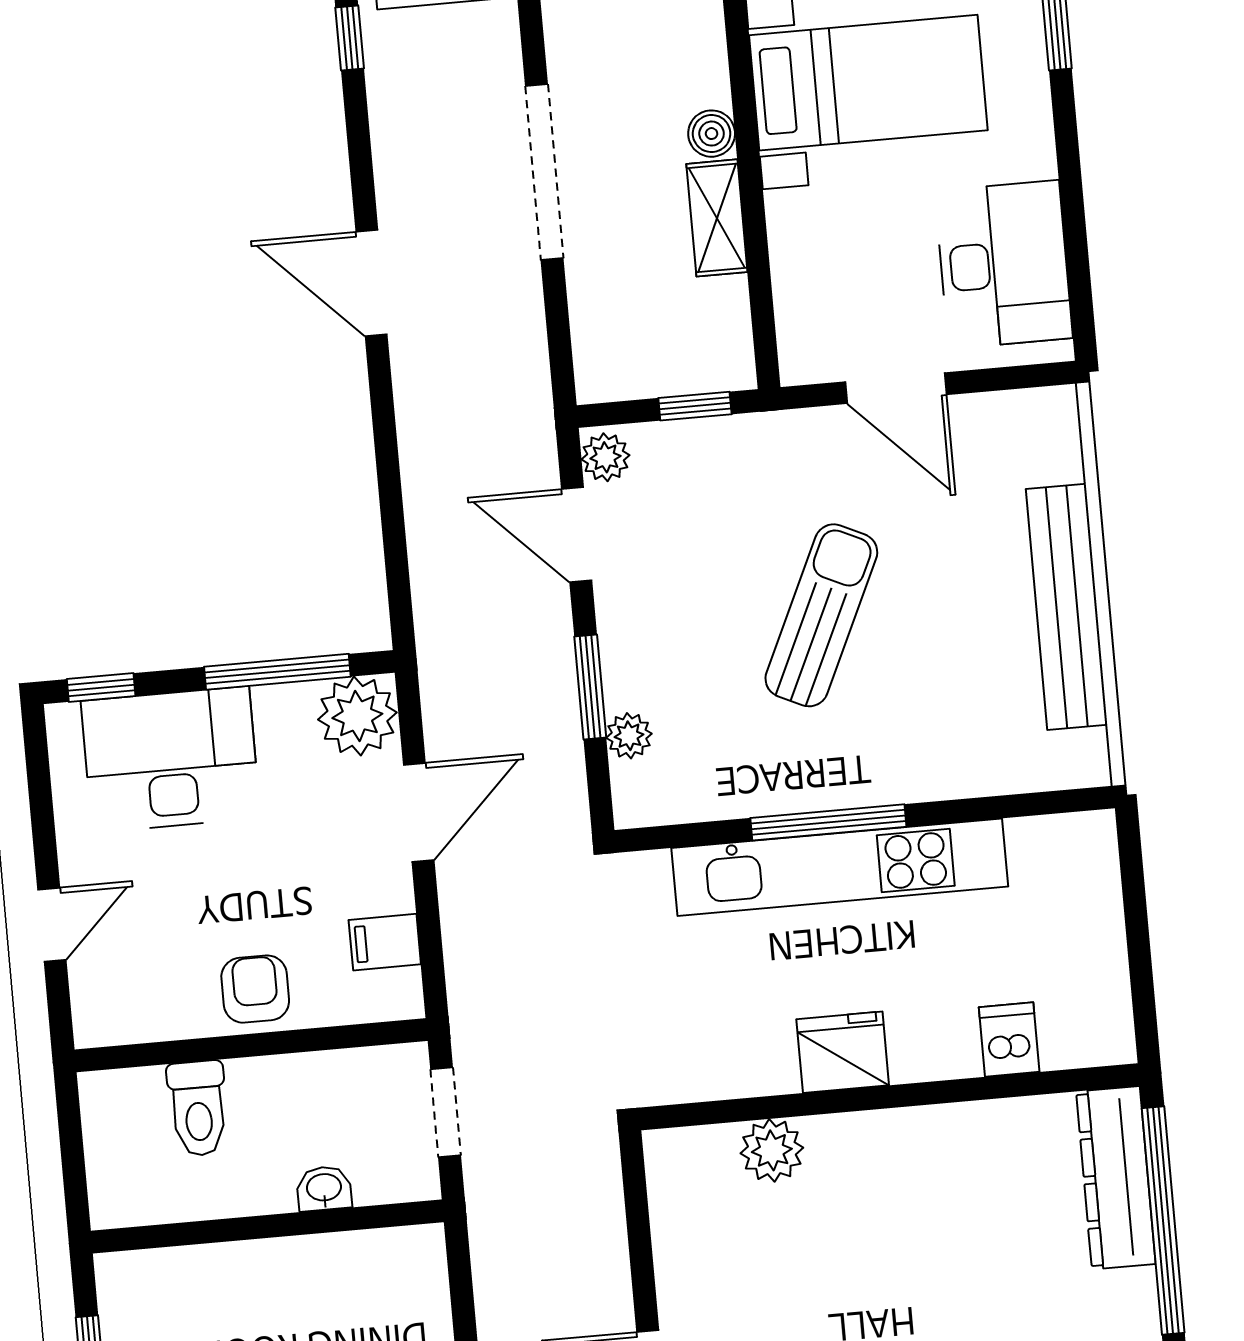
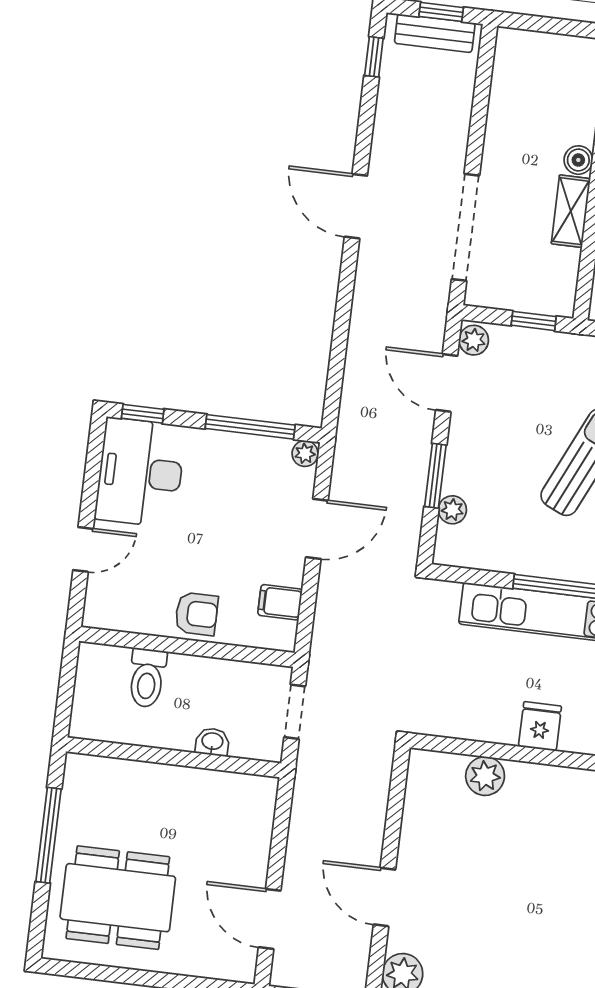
doorway: (544, 172) -> (465, 227), moved
plant: (357, 716) -> (305, 454), width x0.53, depth x0.53
desk: (171, 759) -> (140, 473), moved, turned -90
armchair: (255, 989) -> (197, 614), turned 90
fridge: (843, 1052) -> (540, 726), width x0.72

